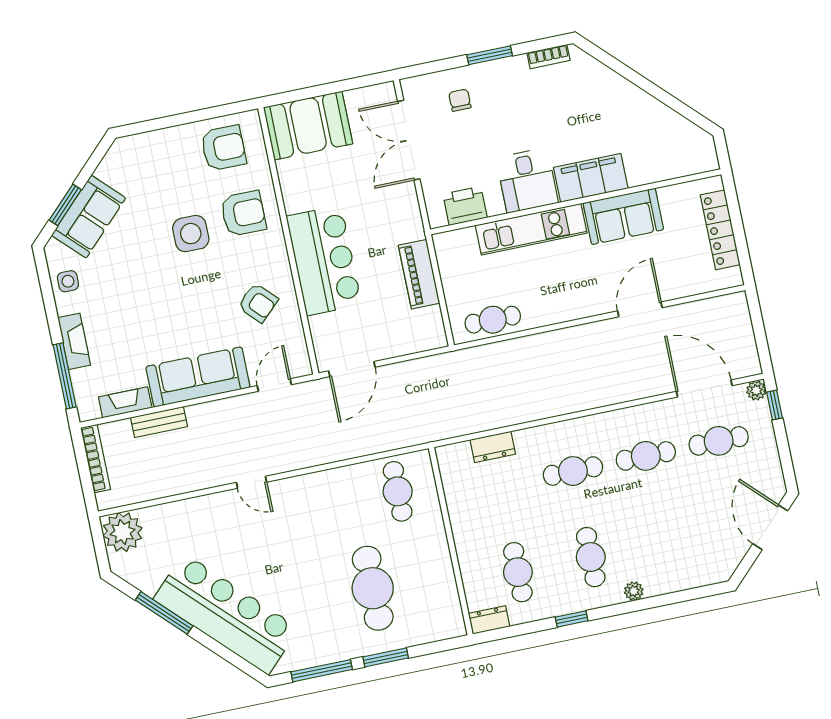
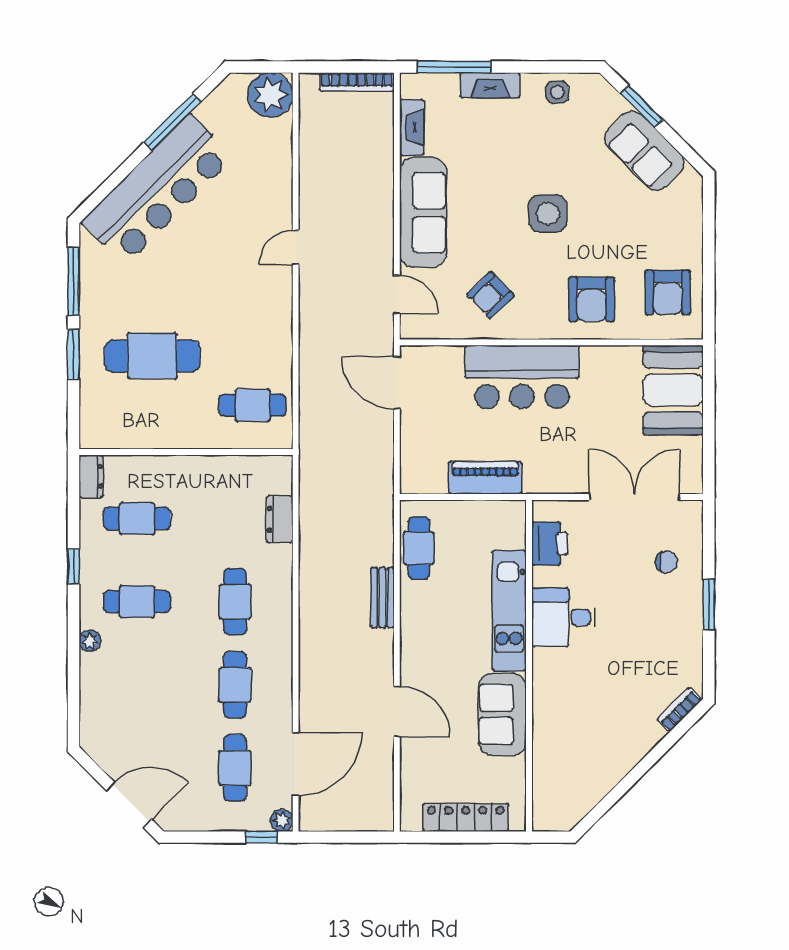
bookcase: (548, 57) -> (679, 710), moved, turned 45
filing cabinet: (591, 178) -> (552, 688), removed
sofa: (89, 217) -> (645, 151), moved
side table: (191, 234) -> (548, 213), moved
bench: (159, 422) -> (382, 598), moved

